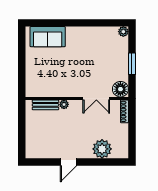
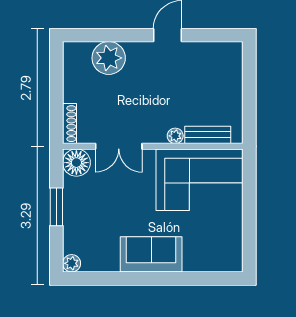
sofa: (48, 37) -> (151, 254), moved
corner sofa: (50, 79) -> (200, 180), added
double door: (96, 98) -> (119, 146), swing flipped

